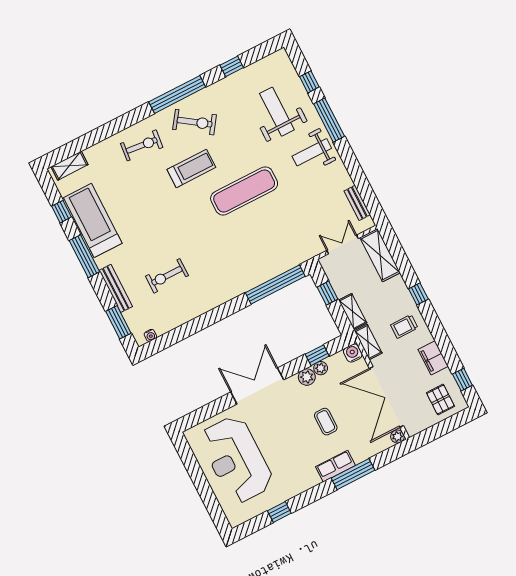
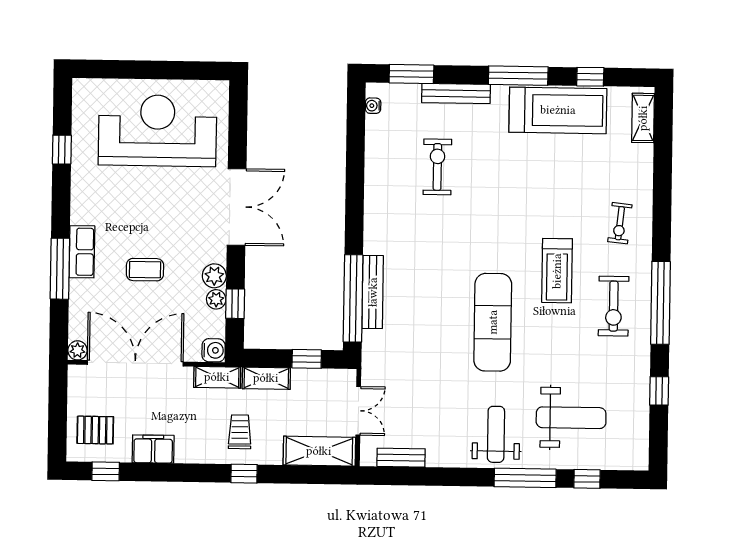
exercise bike: (195, 122) -> (614, 306), turned -35
exercise bike: (142, 145) -> (620, 223), width x0.73, depth x0.72
bench: (265, 275) -> (373, 292), added
trolley: (404, 326) -> (240, 432), moved

